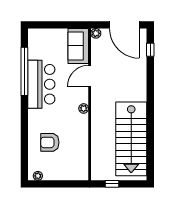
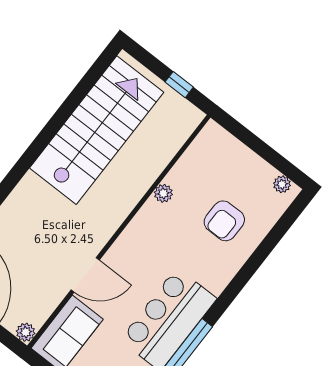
plant: (84, 108) -> (163, 193), moved
armchair: (50, 142) -> (224, 221), turned 90

